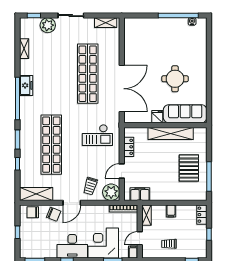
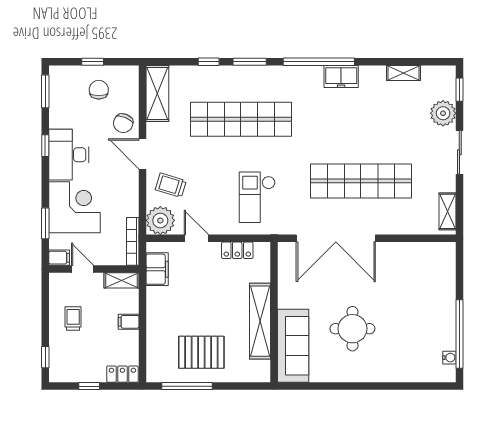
fridge: (157, 117) -> (288, 299), removed
chair: (33, 212) -> (99, 90), moved

